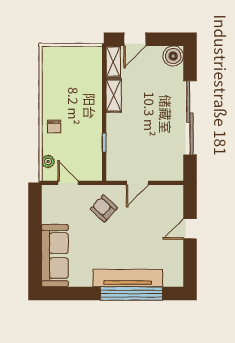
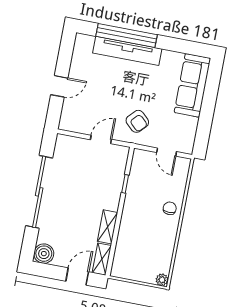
plant: (48, 161) -> (162, 280), moved

